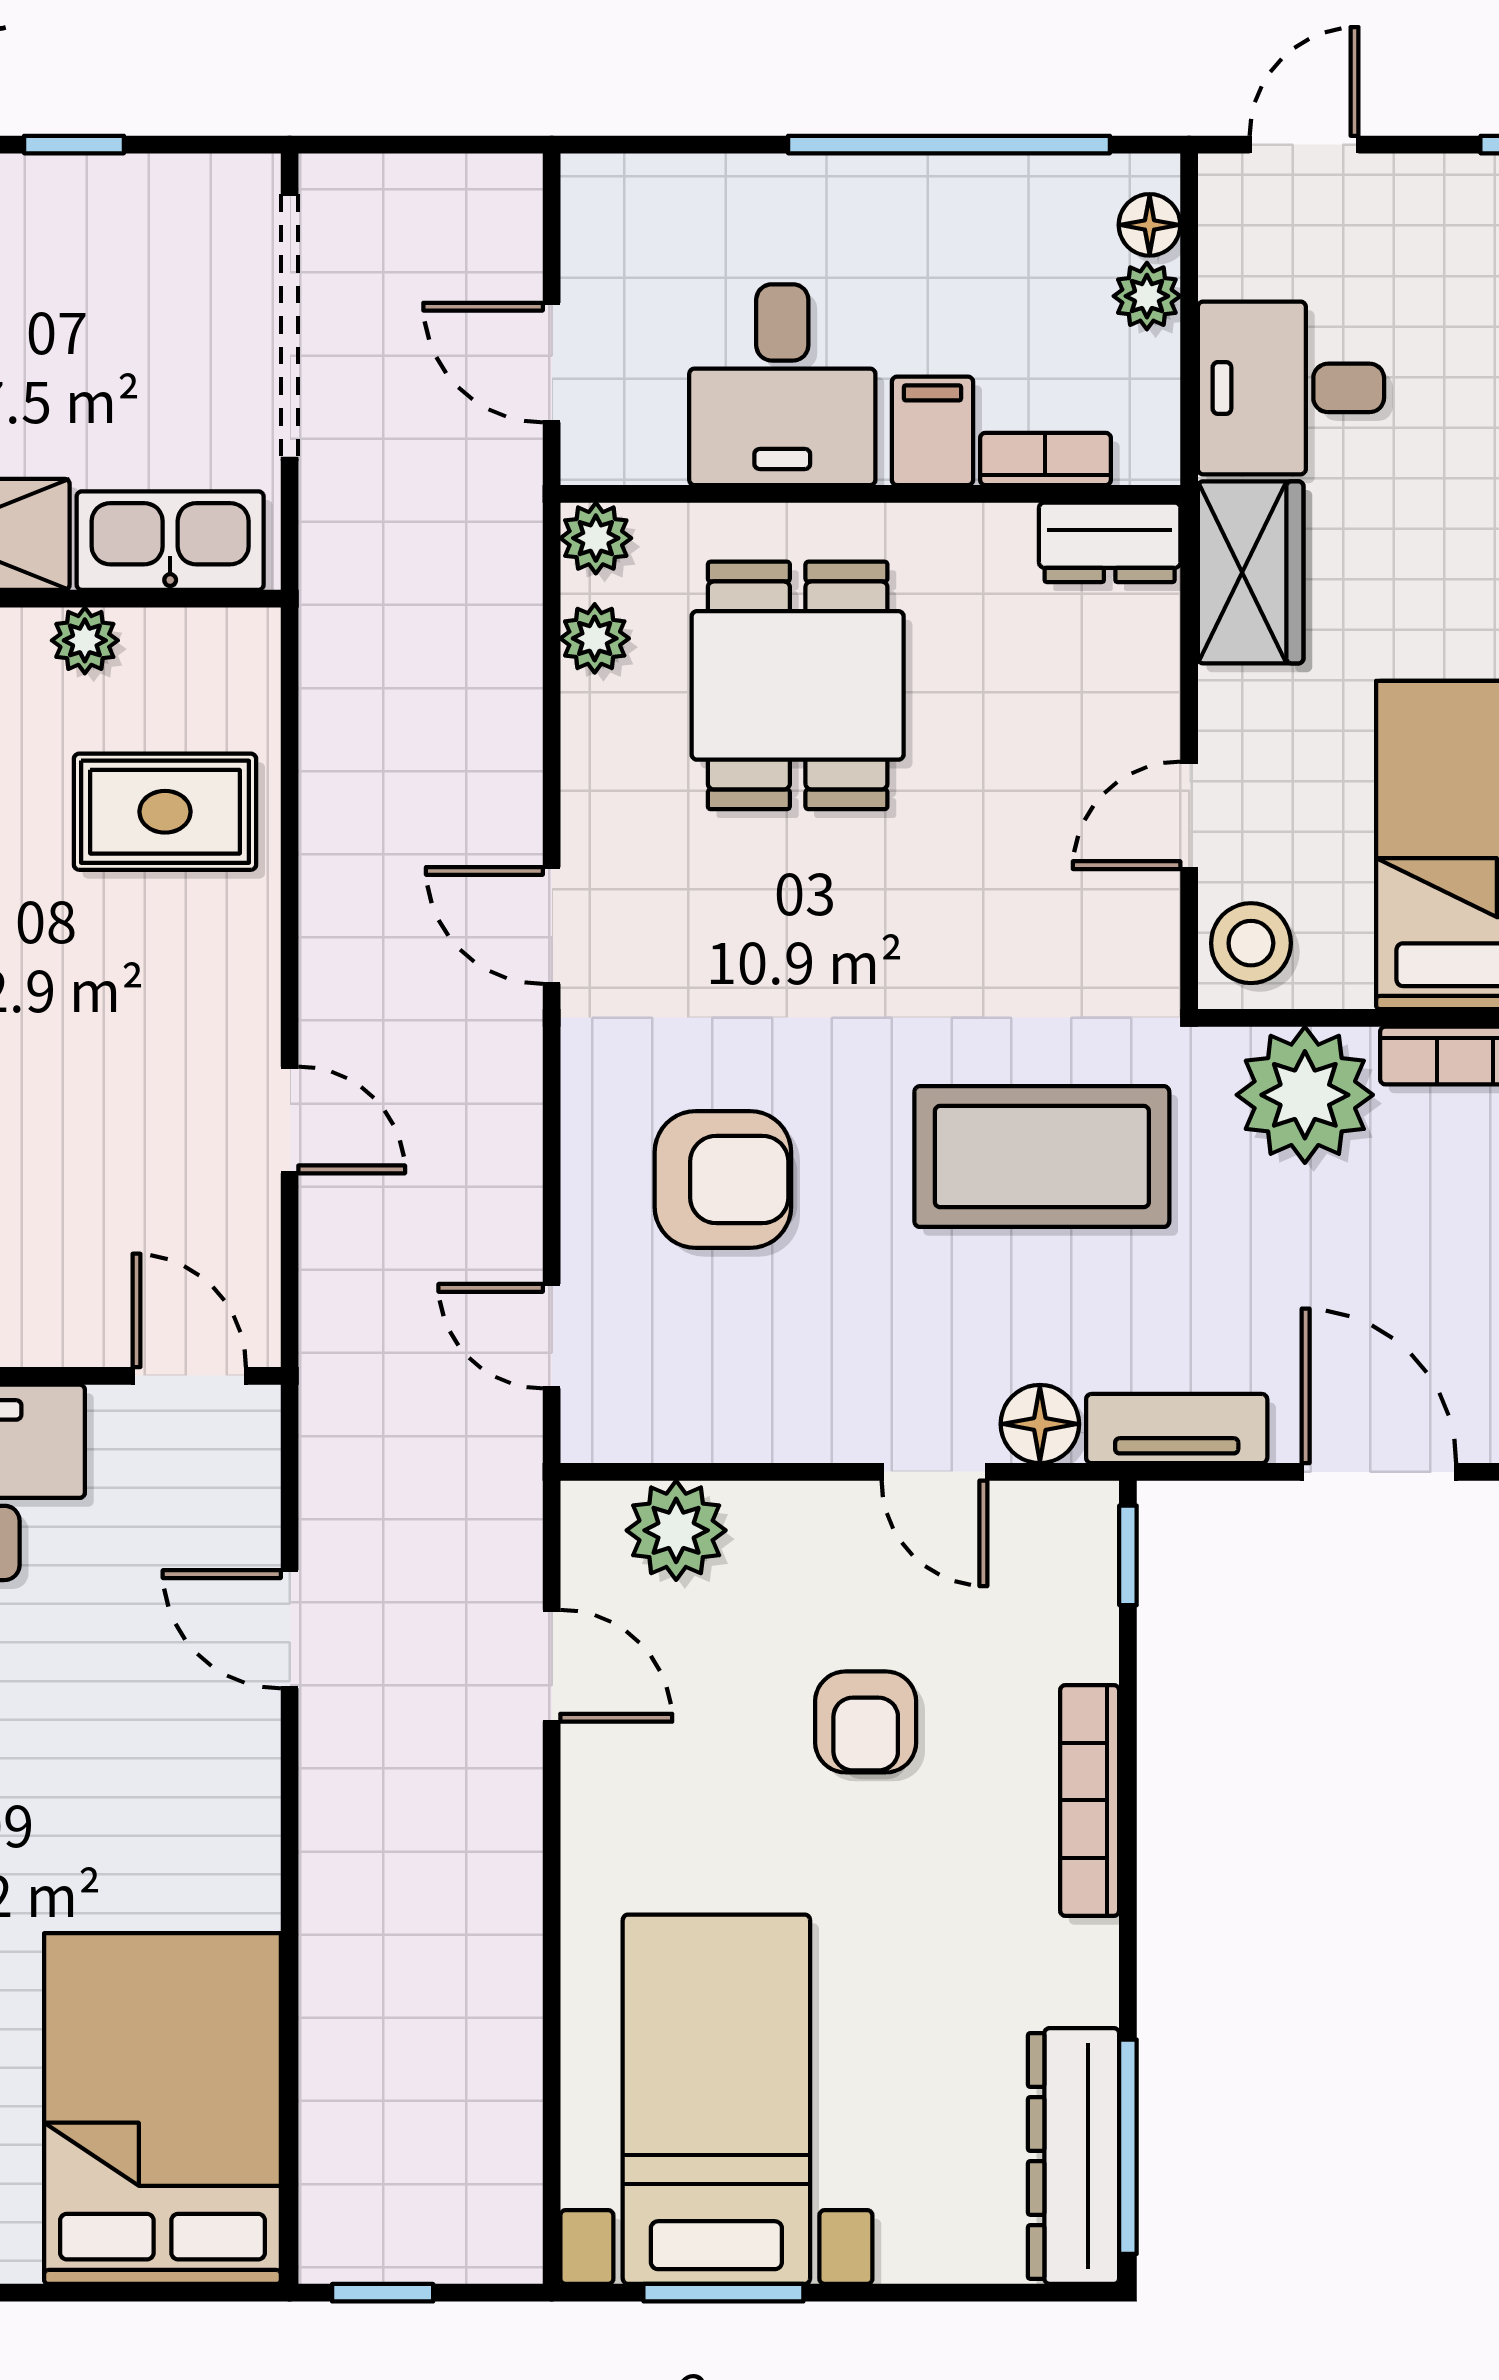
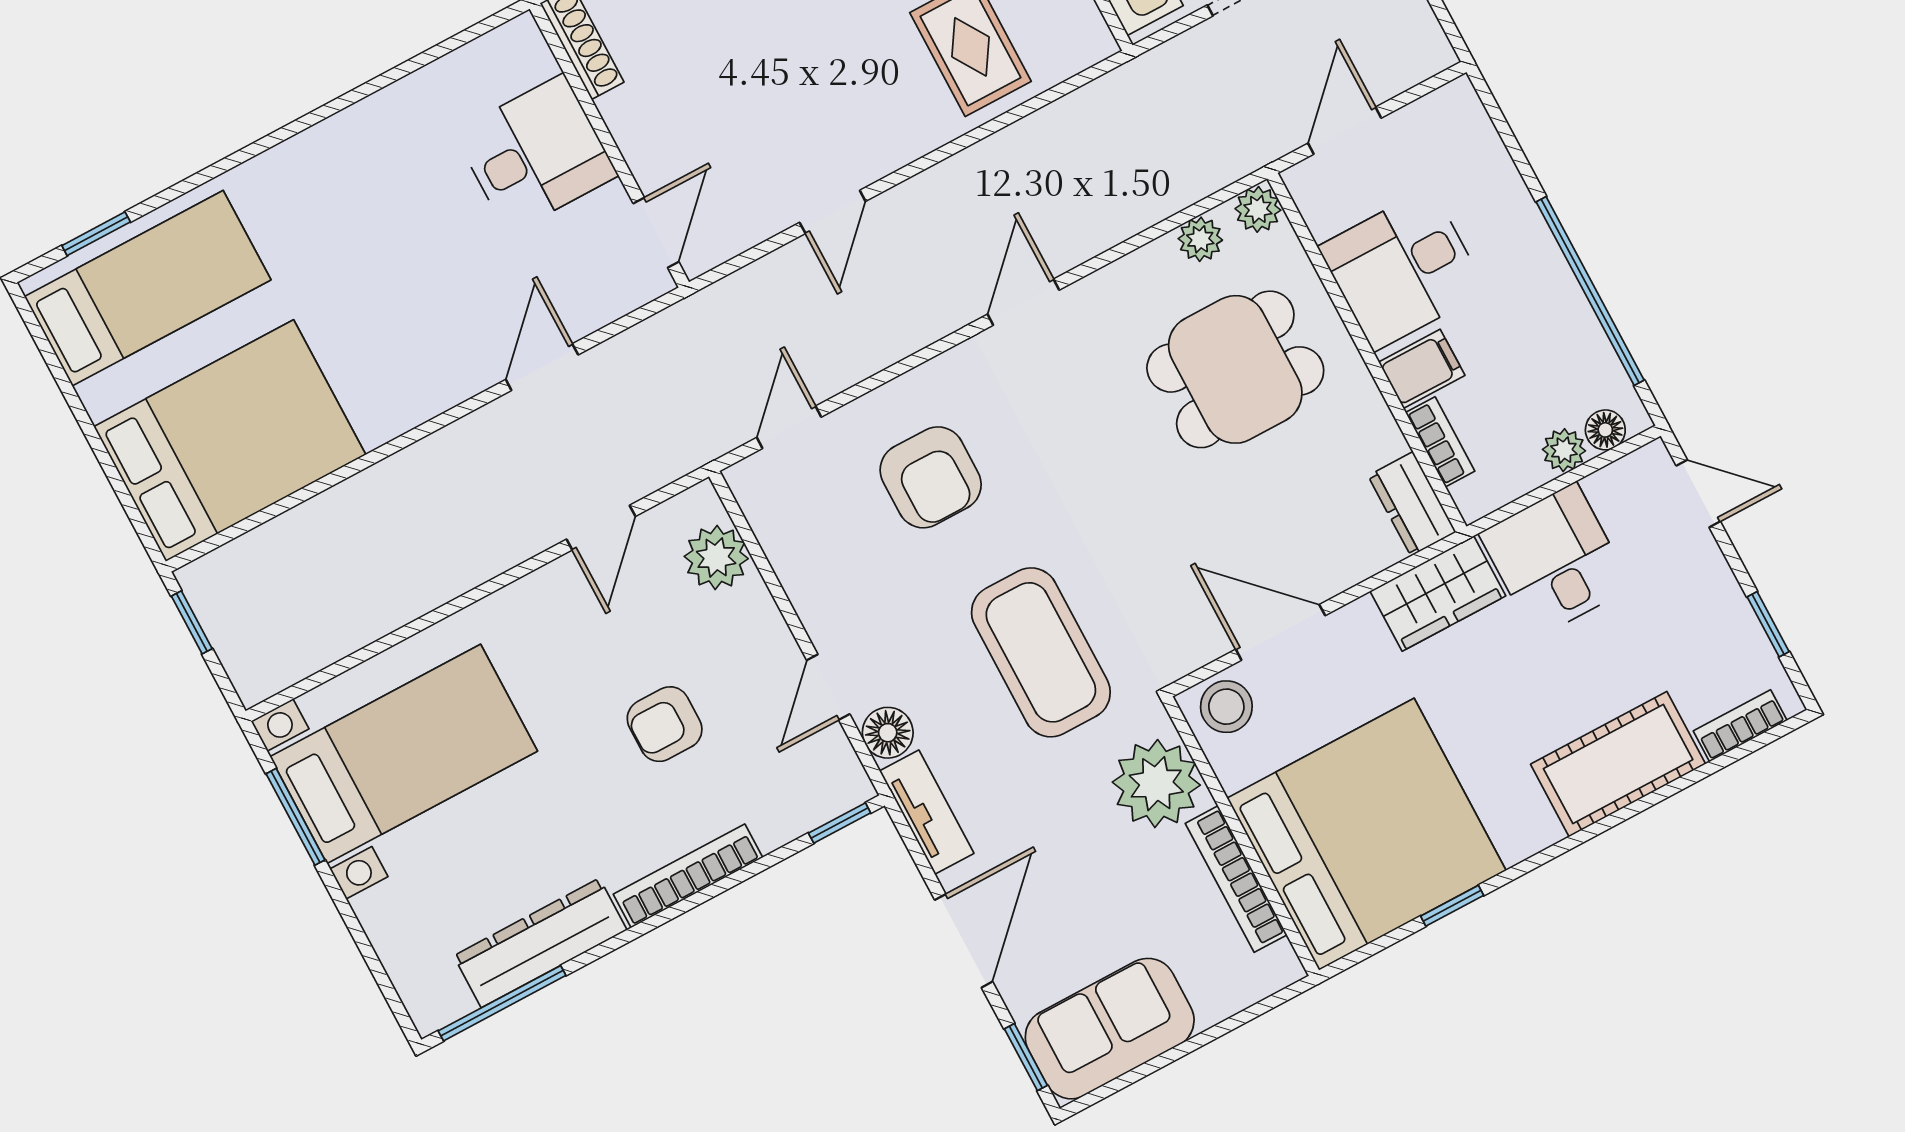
door: (1189, 815) -> (1280, 632), width x1.37
dresser: (1074, 2156) -> (540, 943), moved

